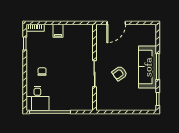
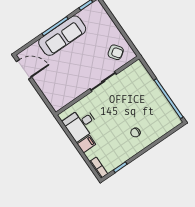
door: (116, 23) -> (24, 69), moved
armchair: (120, 73) -> (116, 52), moved
desk: (37, 98) -> (81, 124), moved, turned 180

